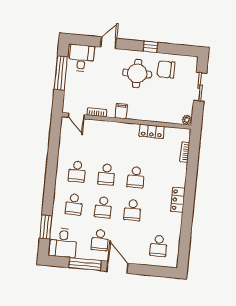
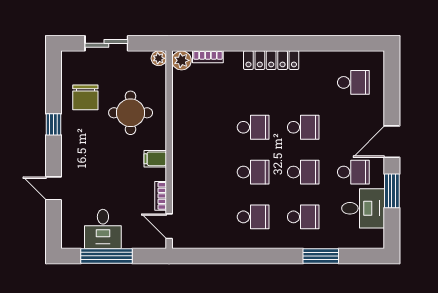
desk: (81, 58) -> (103, 229), moved, turned -90
round table: (137, 73) -> (131, 113), moved
door: (76, 116) -> (169, 226), swing flipped
locker: (152, 131) -> (181, 110), removed
plant: (184, 135) -> (182, 60), added
locker: (178, 200) -> (271, 60), width x1.53
window: (46, 227) -> (321, 256), moved
desk: (63, 243) -> (363, 208), moved
window: (85, 264) -> (392, 191), width x0.69

